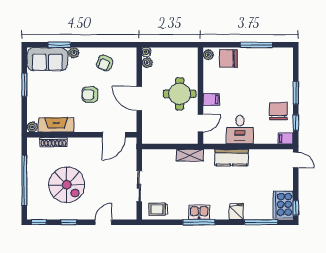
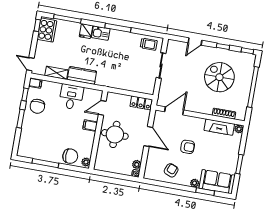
locker: (155, 137) -> (141, 103), added
shelving: (190, 155) -> (56, 73), moved
kitchen sink: (199, 212) -> (101, 33), moved

